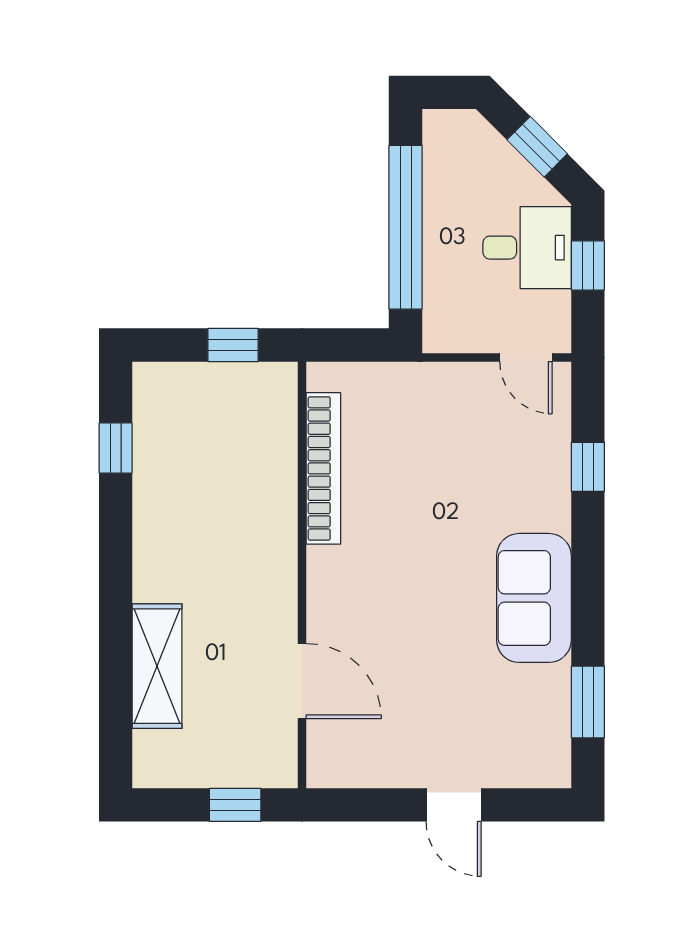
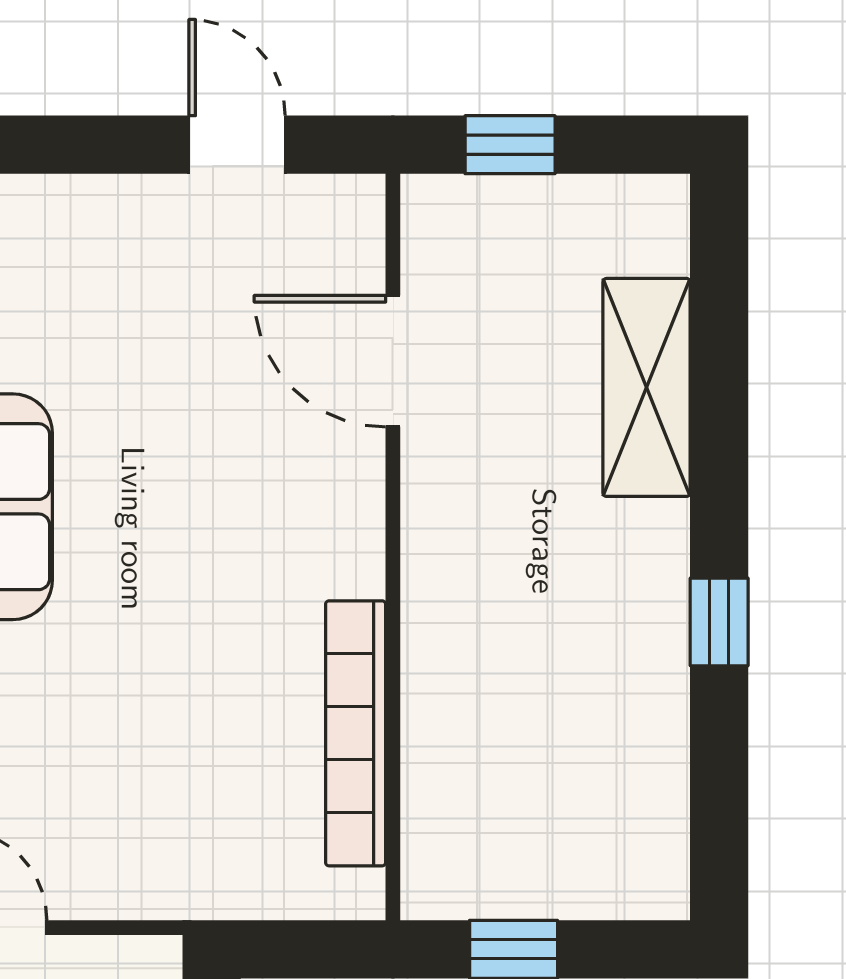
window: (116, 448) -> (719, 622), moved
door: (454, 805) -> (237, 145), moved

